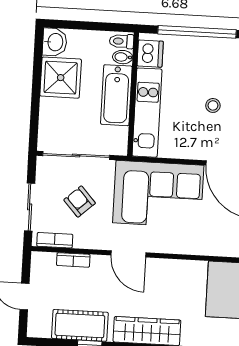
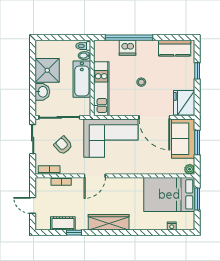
washbasin: (55, 42) -> (42, 92), moved
dishwasher: (150, 54) -> (128, 48), moved, turned 90
sliding door: (30, 207) -> (33, 139), moved
door: (128, 254) -> (95, 176), hinge flipped
cot: (80, 325) -> (63, 223), width x0.73, depth x0.75

